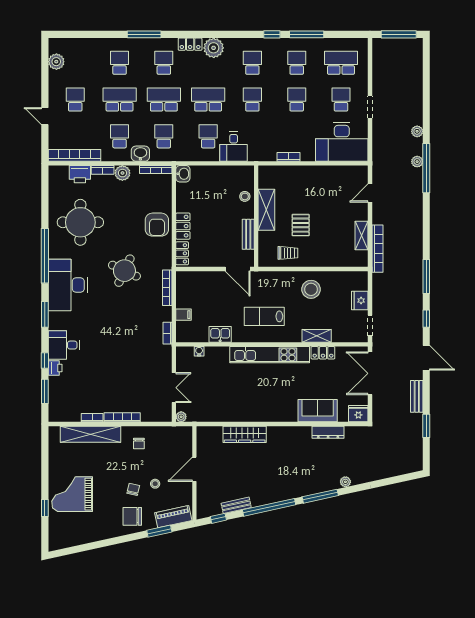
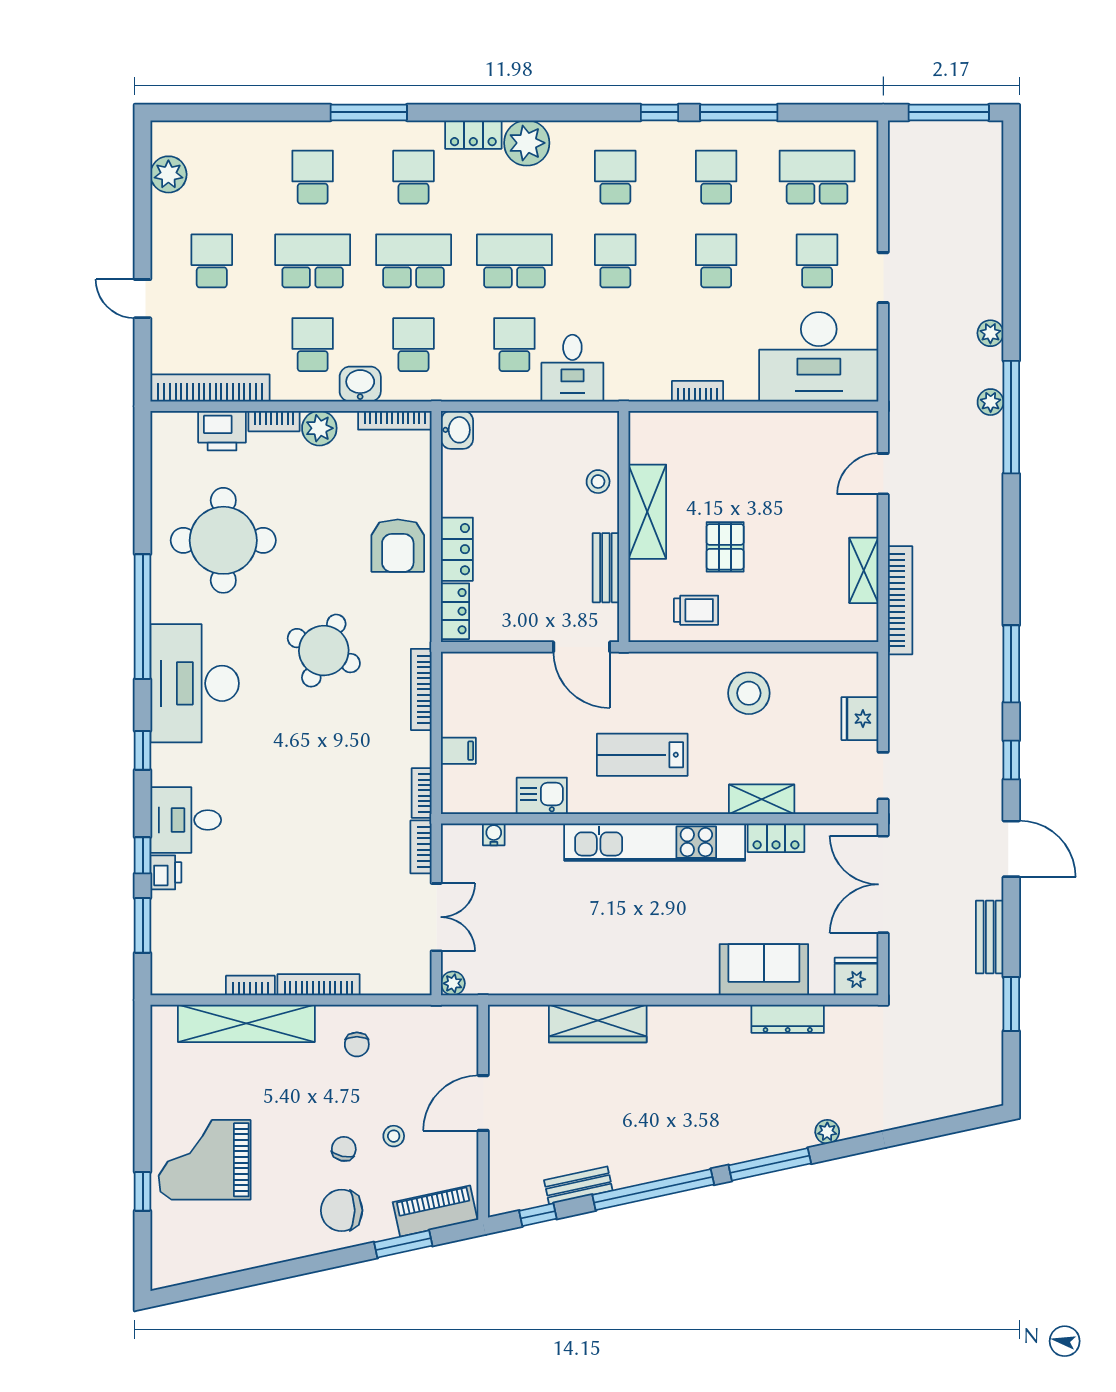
window: (45, 314) -> (143, 750), width x0.67
bookcase: (167, 357) -> (421, 847), added

